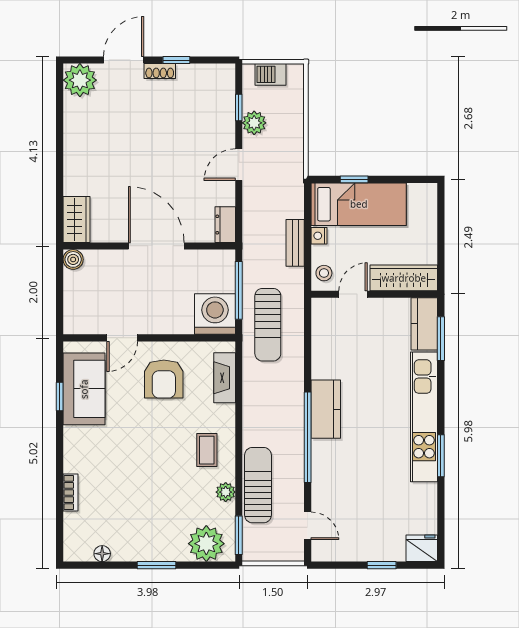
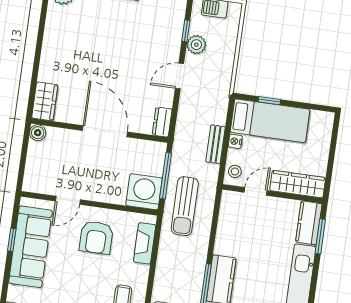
sofa: (84, 389) -> (30, 247), width x1.36

